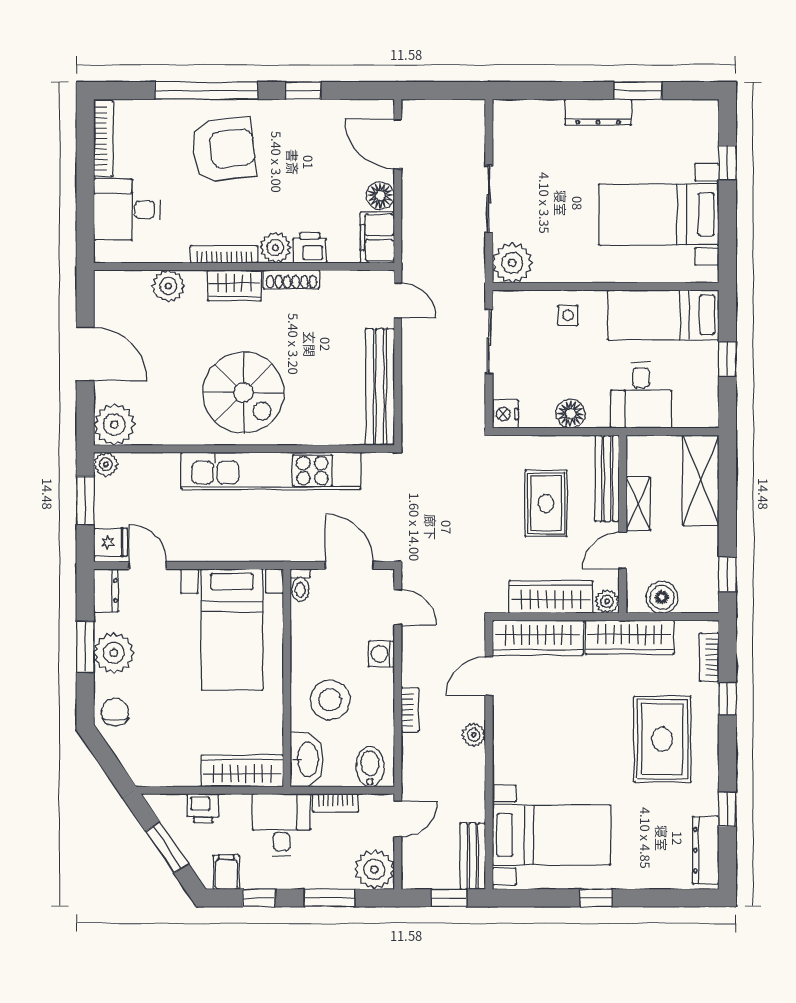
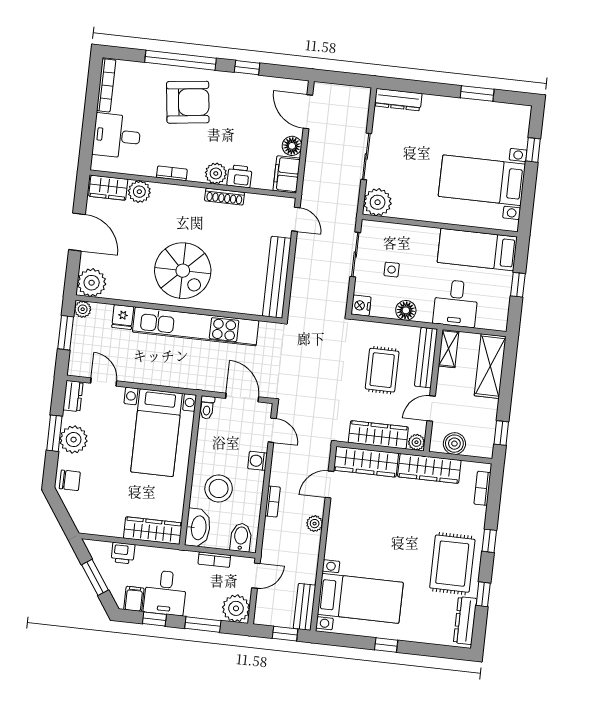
dresser: (598, 112) -> (398, 100), moved
bookcase: (224, 254) -> (172, 173), width x0.64
wardrobe: (234, 285) -> (108, 188), moved
side table: (568, 315) -> (392, 270), moved
shelving: (638, 504) -> (449, 349), moved
fridge: (111, 542) -> (123, 317), moved, turned 90
window: (727, 699) -> (489, 541), moved
chair: (115, 712) -> (70, 480), turned 90
rug: (662, 739) -> (452, 564), moved
desk: (281, 825) -> (165, 593), moved, turned 180

